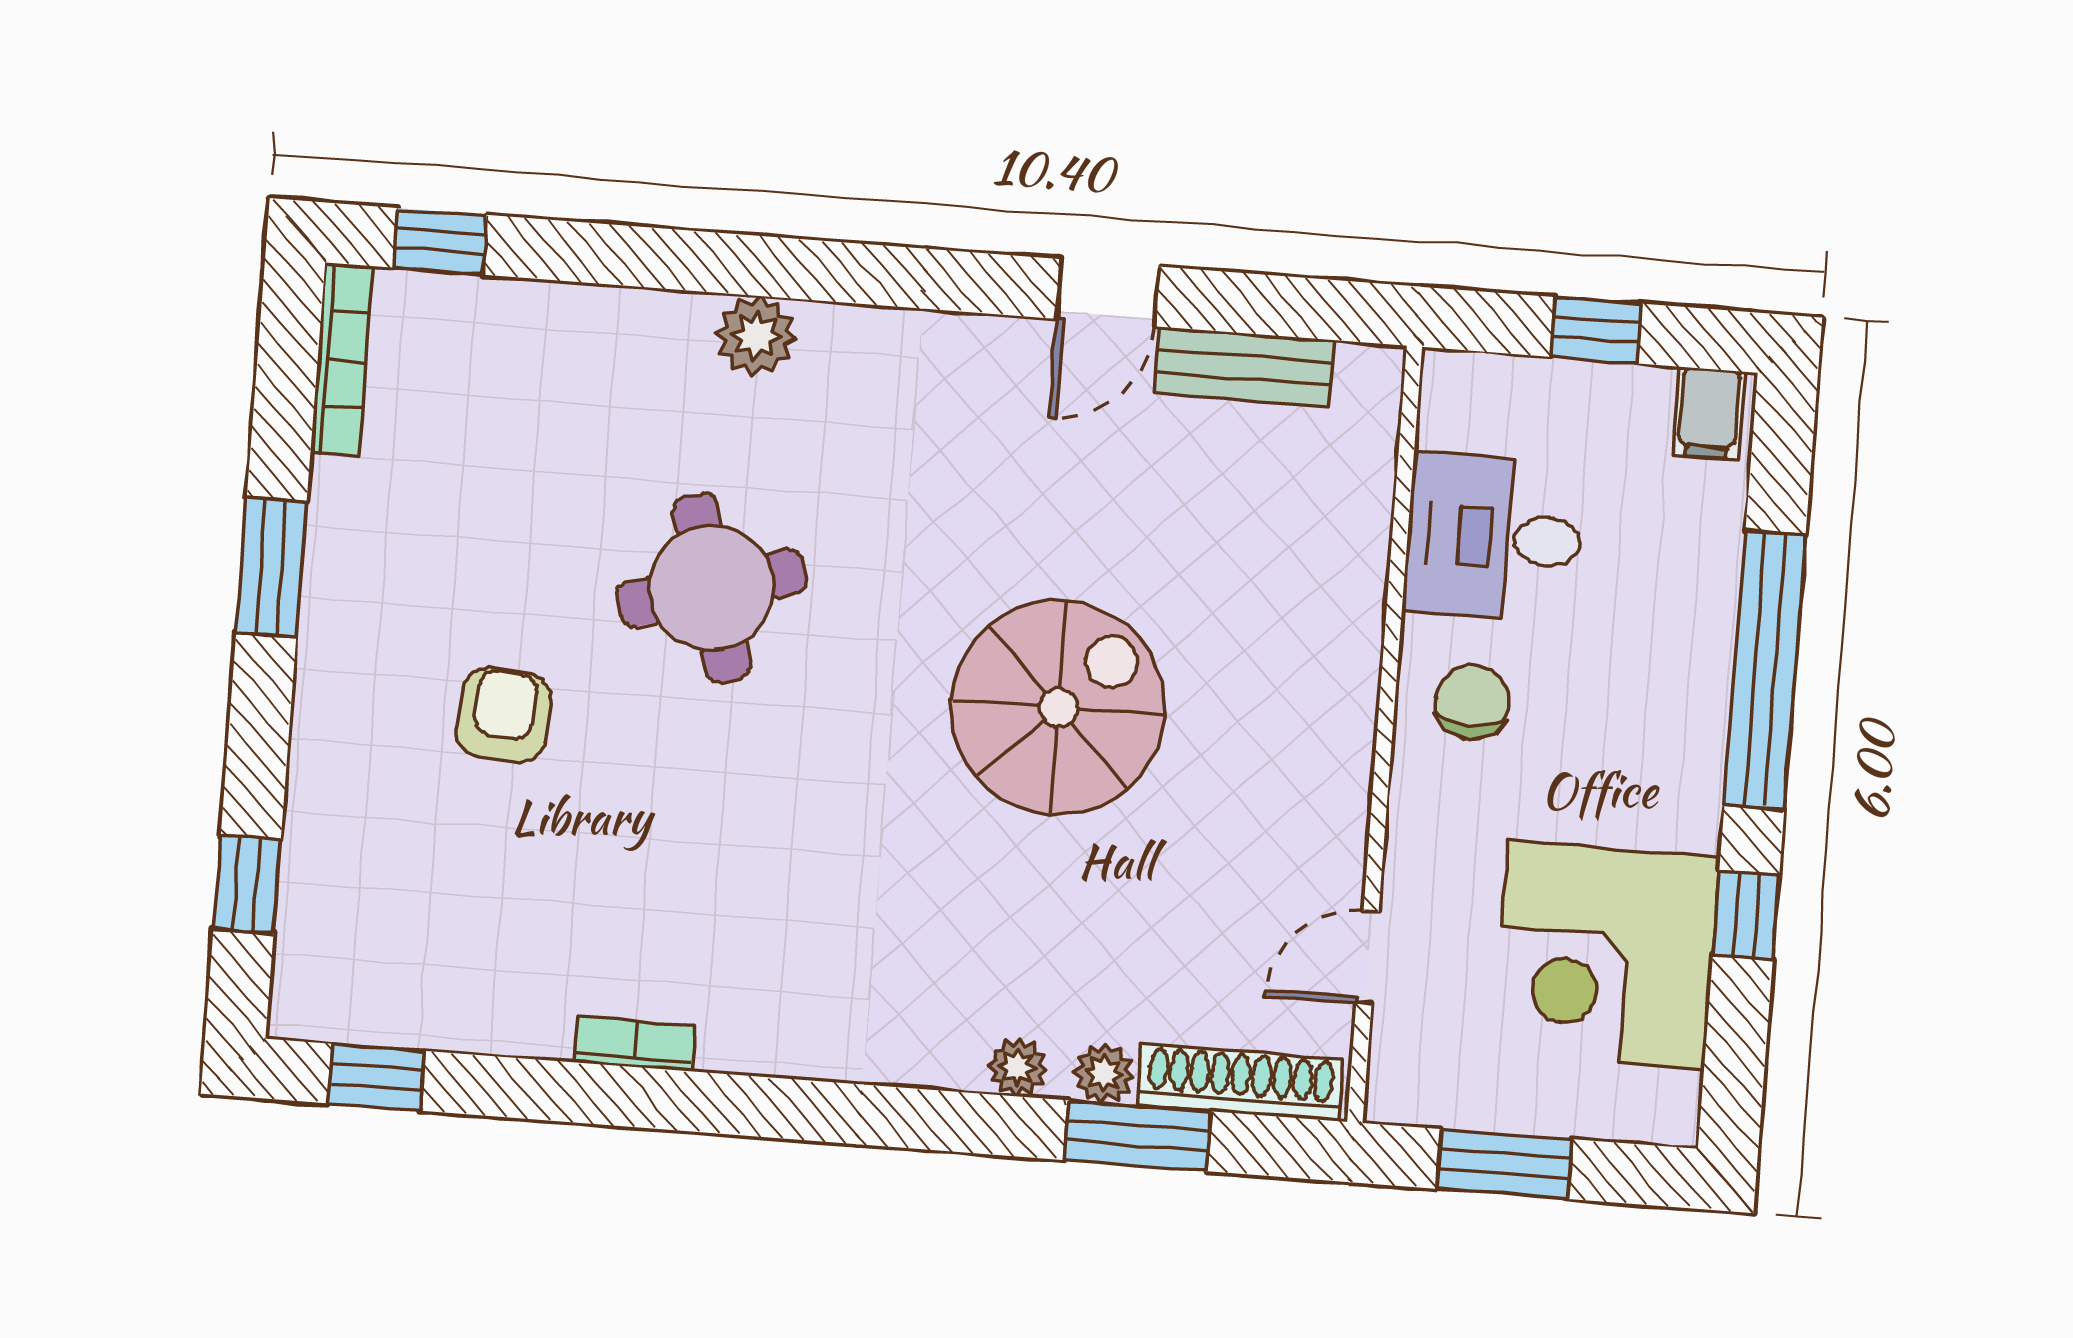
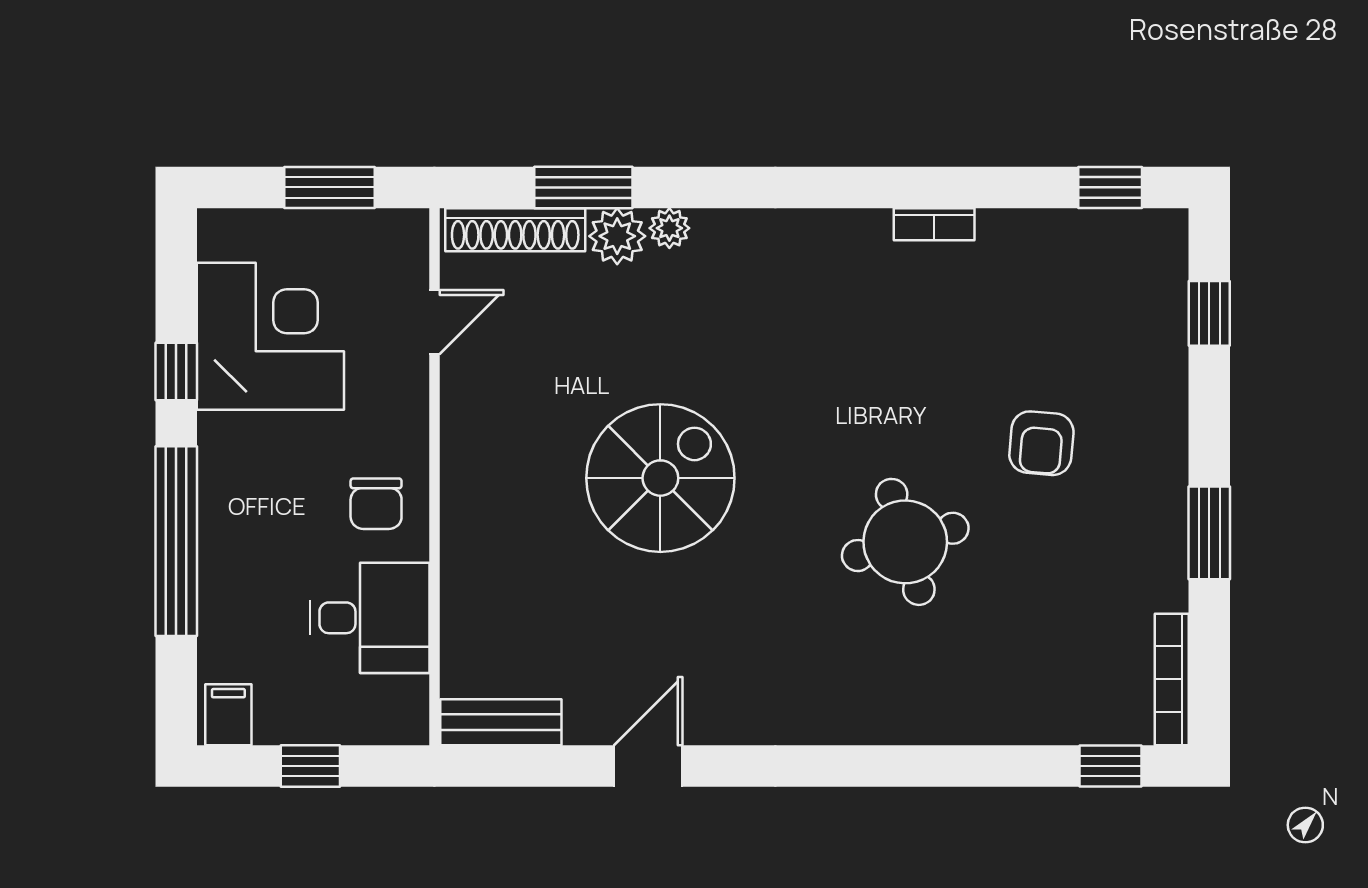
plant: (756, 336) -> (888, 718), removed
bench: (1244, 367) -> (501, 722), moved
spiral stairs: (1058, 707) -> (660, 478), turned 180
plant: (1104, 1073) -> (617, 236), width x1.38, depth x1.38

